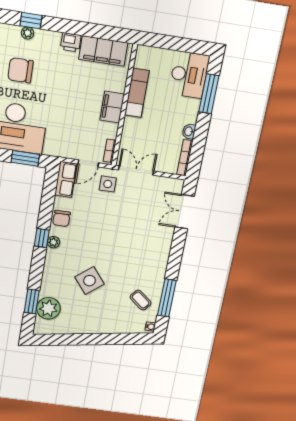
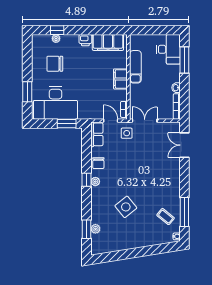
door: (88, 163) -> (111, 121), swing flipped
plant: (48, 308) -> (95, 229), width x0.53, depth x0.53

